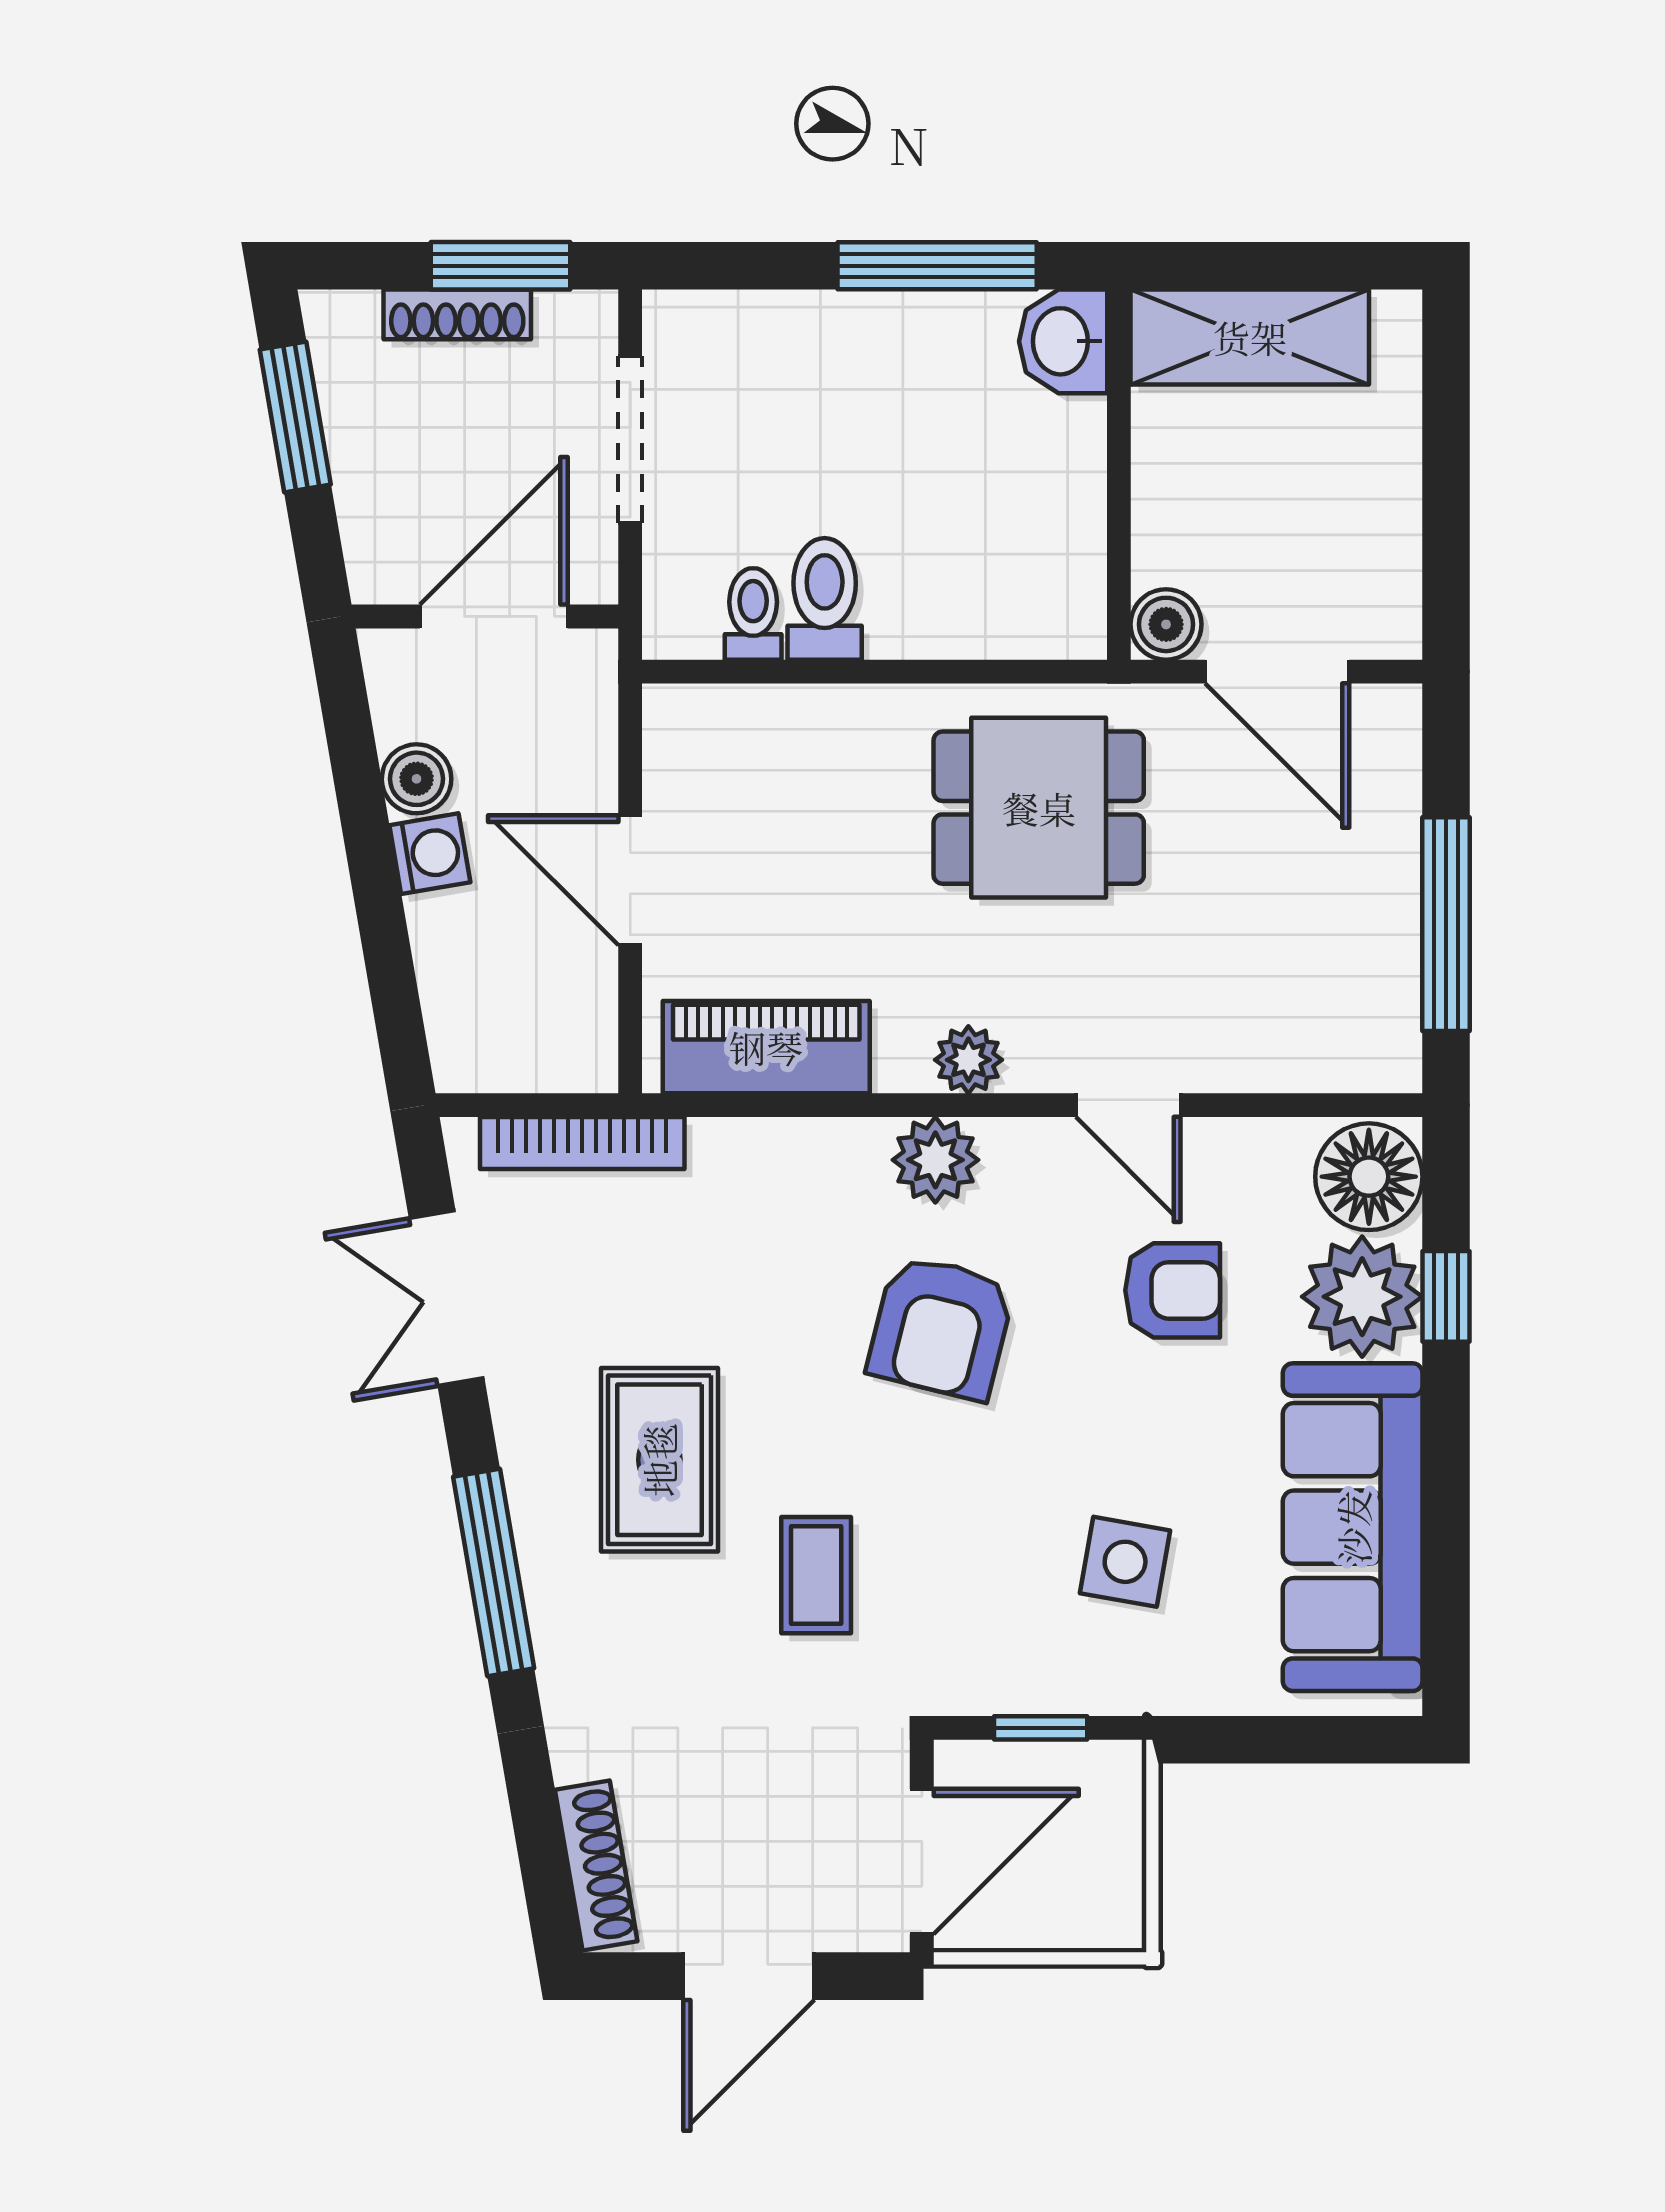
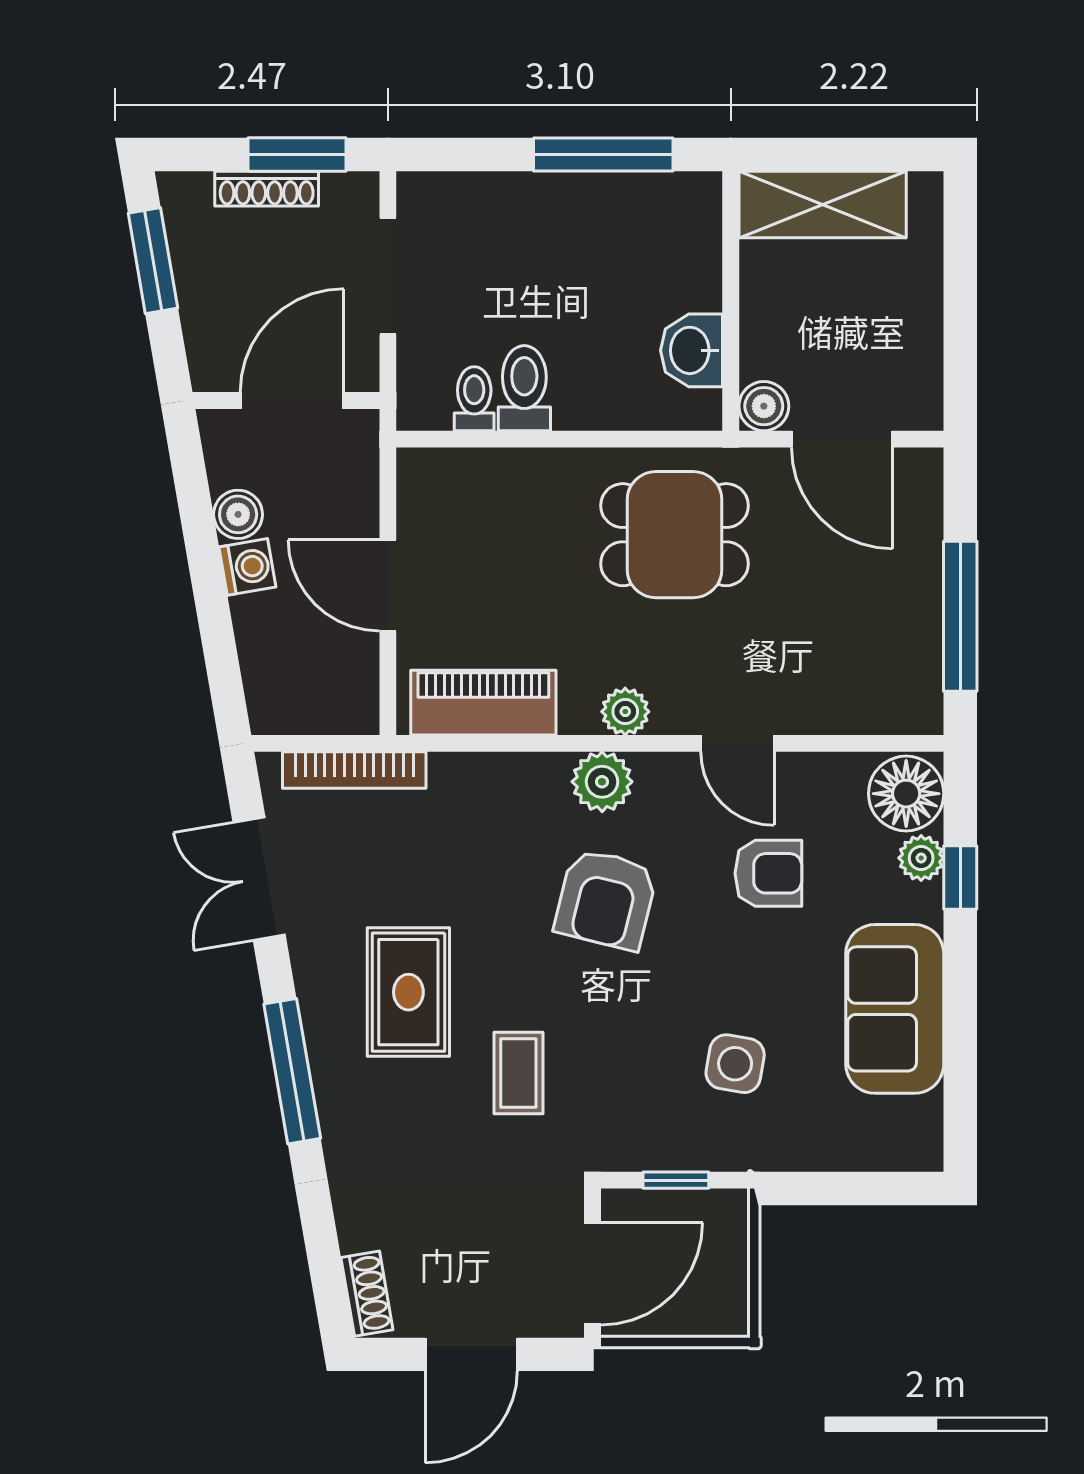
washbasin: (1063, 341) -> (692, 350), moved
plant: (1362, 1297) -> (921, 858), width x0.53, depth x0.53
sofa: (1353, 1527) -> (895, 1009), width x0.73
shoe rack: (596, 1865) -> (367, 1294), width x0.70

